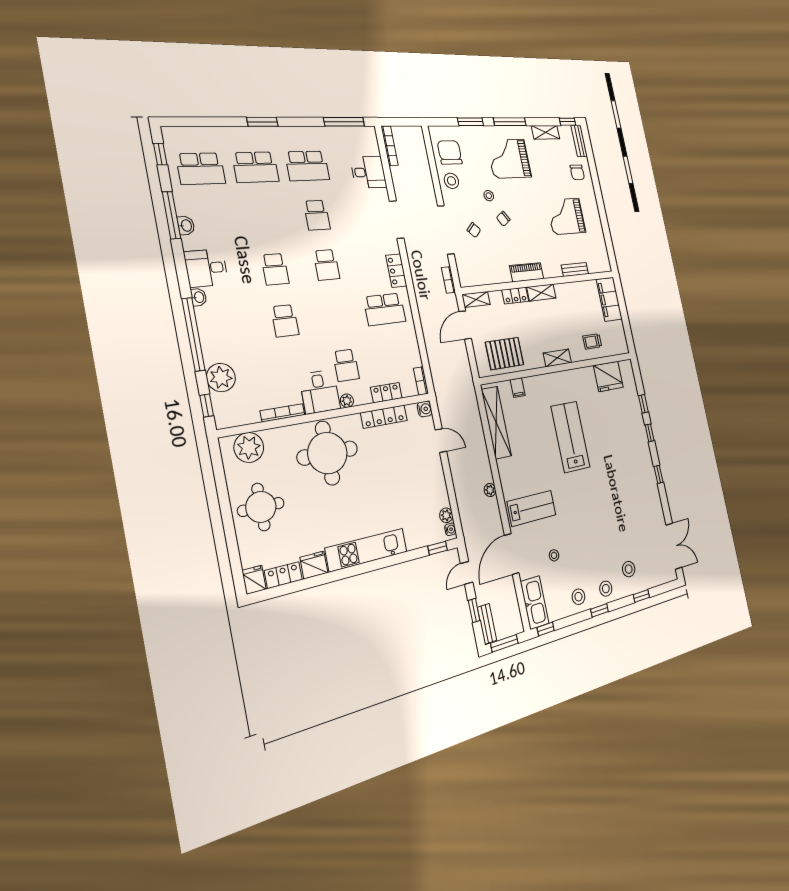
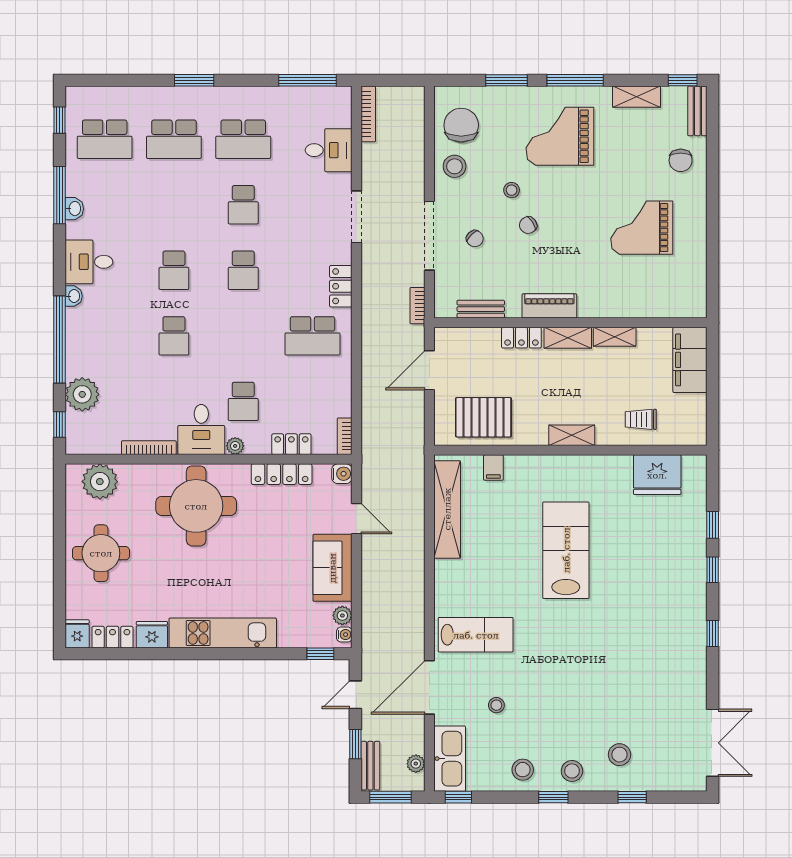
bench: (575, 269) -> (481, 309), moved
shelving: (476, 299) -> (615, 337), moved
sofa: (433, 481) -> (332, 568), added
plant: (490, 490) -> (416, 764), moved

